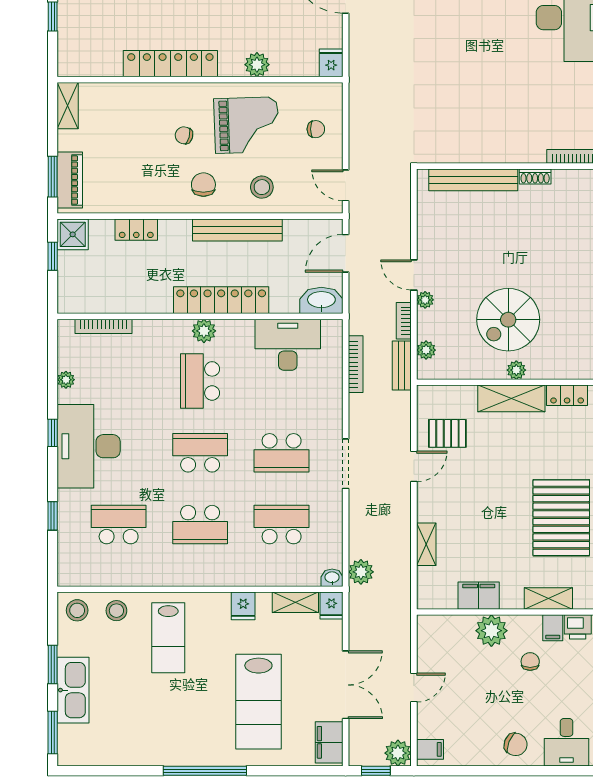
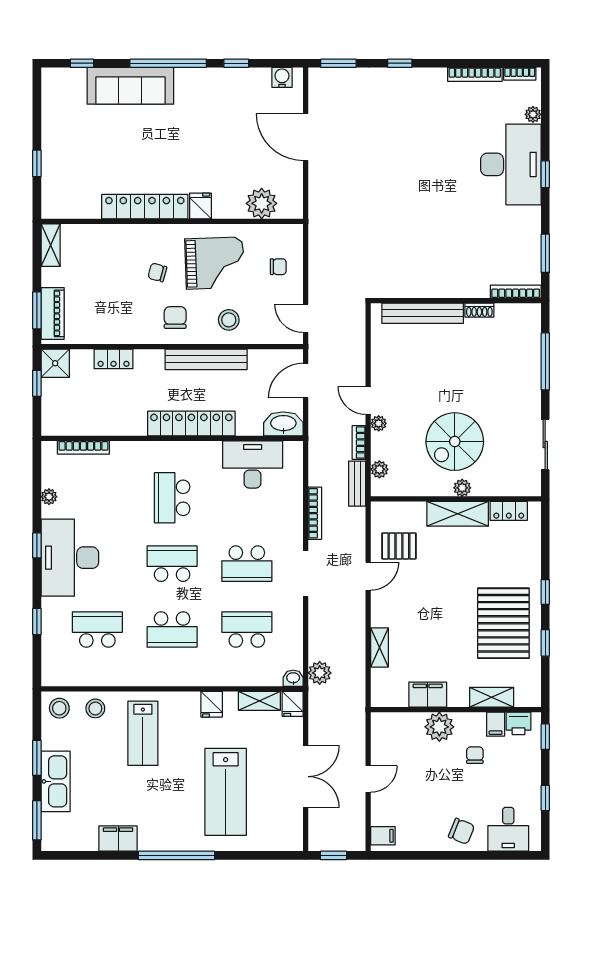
fridge: (331, 63) -> (200, 206), moved
plant: (257, 65) -> (262, 203), moved, width x1.36, depth x1.36
plant: (204, 331) -> (176, 452), removed
bookcase: (356, 364) -> (315, 513), moved
filing cabinet: (329, 742) -> (118, 839), moved, turned 90
plant: (398, 753) -> (354, 839), removed

